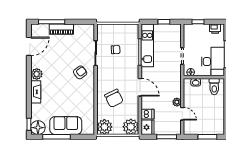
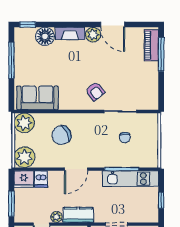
piano: (61, 29) -> (151, 45), moved
door: (29, 46) -> (113, 25), moved
kitchen counter: (175, 85) -> (78, 215), added
sofa: (66, 125) -> (38, 98), moved, turned -90
floor lamp: (38, 128) -> (45, 36), moved

